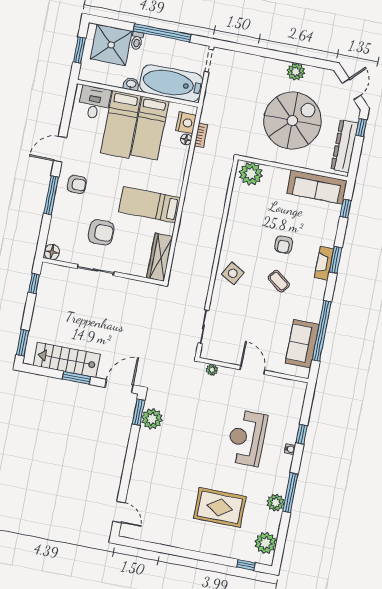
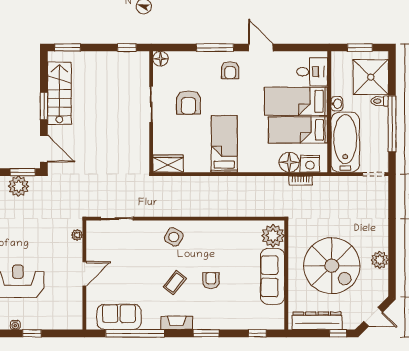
floor lamp: (186, 139) -> (289, 162), width x1.89, depth x1.89
sofa: (317, 187) -> (273, 276), moved
armchair: (284, 245) -> (211, 280), turned 90
wardrobe: (160, 257) -> (168, 164), width x0.67
fireplace: (324, 263) -> (177, 323), moved

